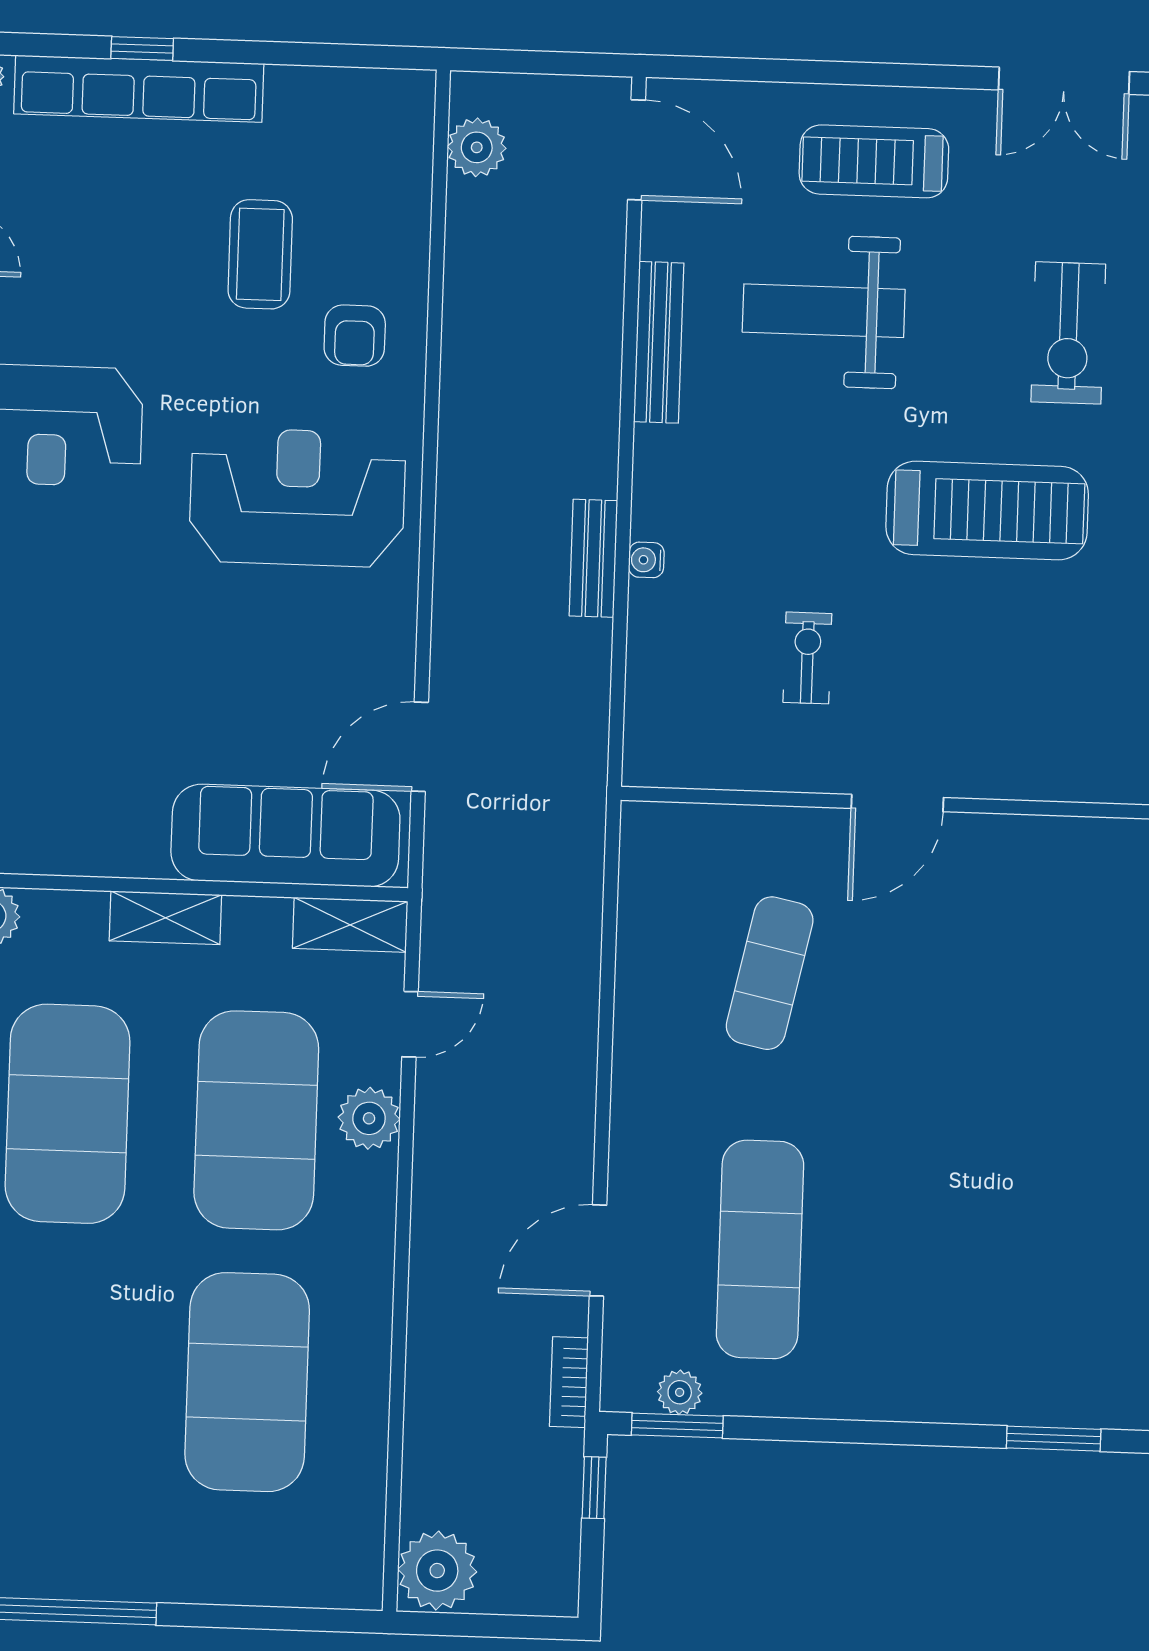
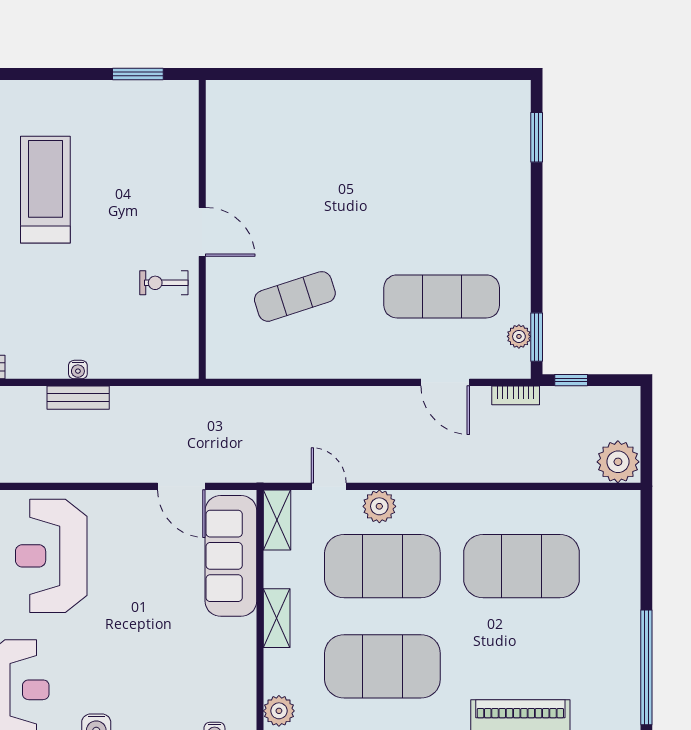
exercise bike: (807, 658) -> (164, 283), moved
exercise mat: (770, 973) -> (295, 296), turned -30

